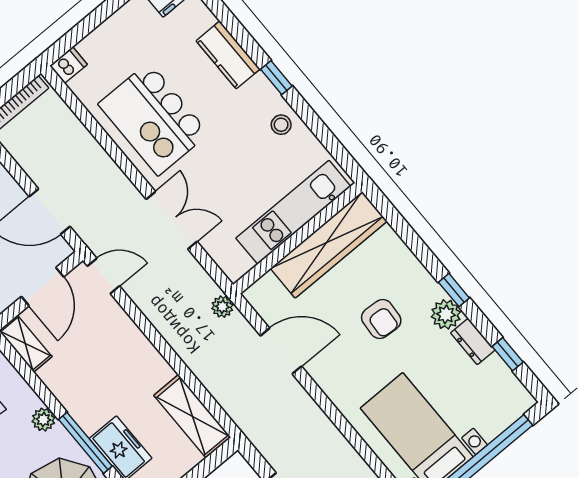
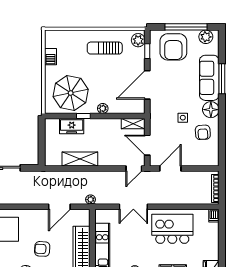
shelving: (192, 416) -> (80, 159), moved
window: (85, 443) -> (83, 116), width x0.46

